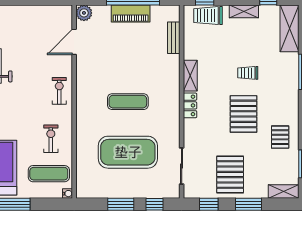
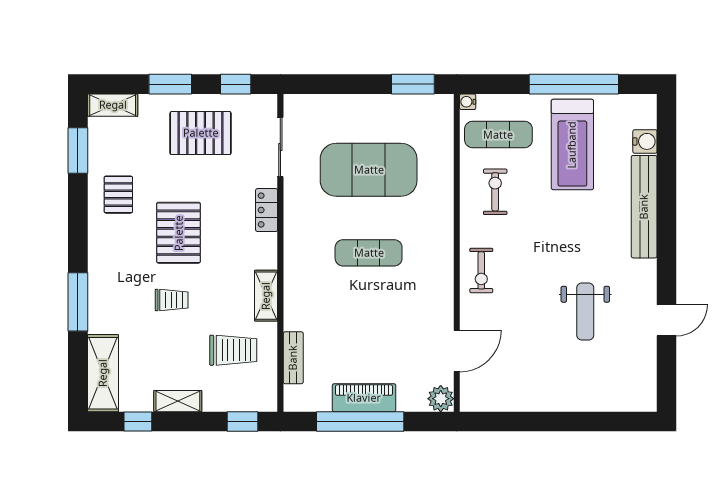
trolley: (208, 16) -> (233, 350), moved
locker: (190, 105) -> (267, 210), moved
exercise bike: (51, 139) -> (495, 192), turned 180
pallet: (230, 175) -> (201, 133), turned 90
window: (121, 204) -> (413, 84), moved
window: (154, 204) -> (325, 84), removed

